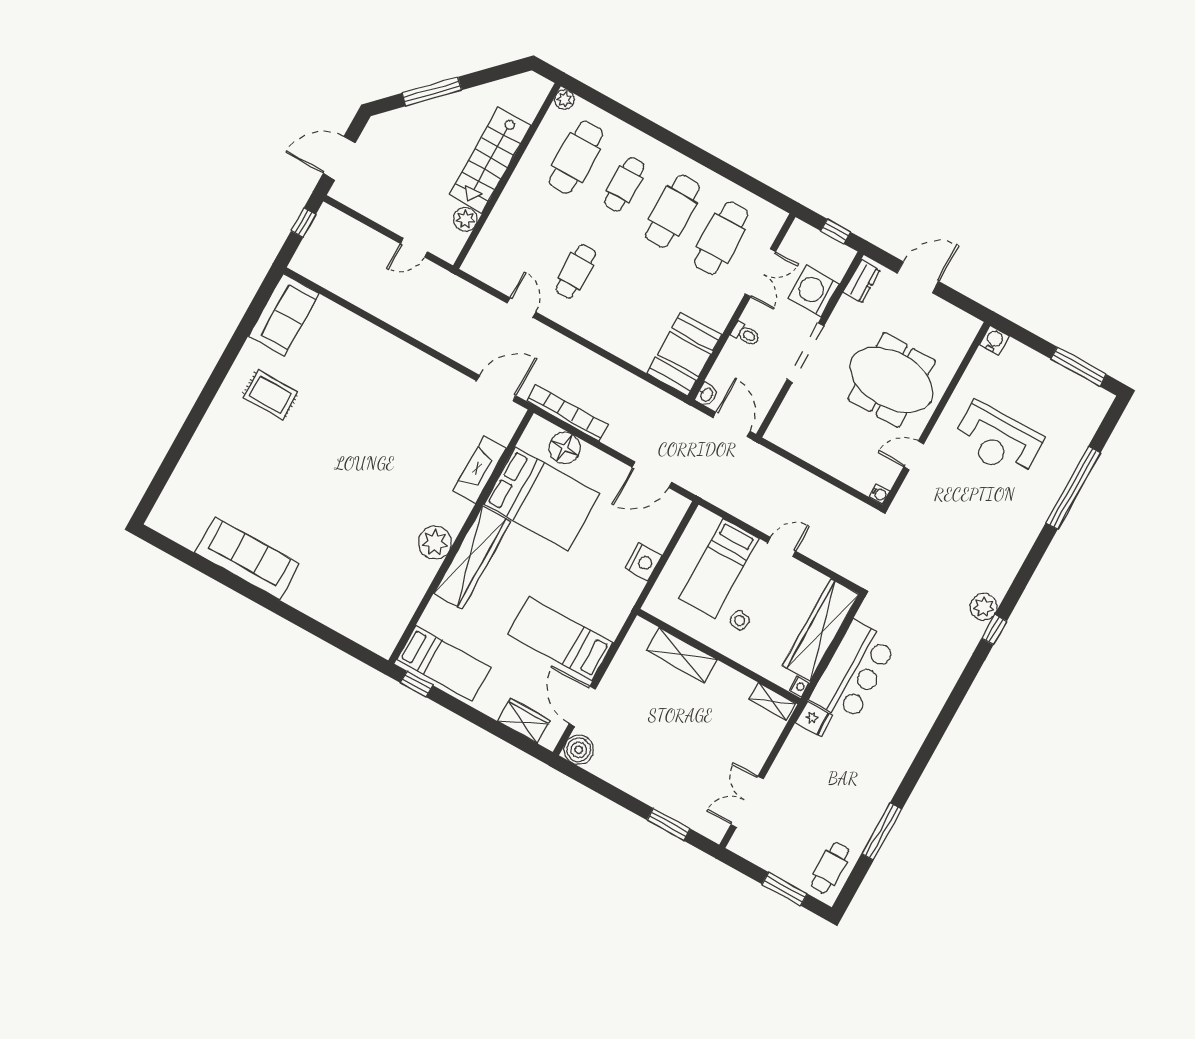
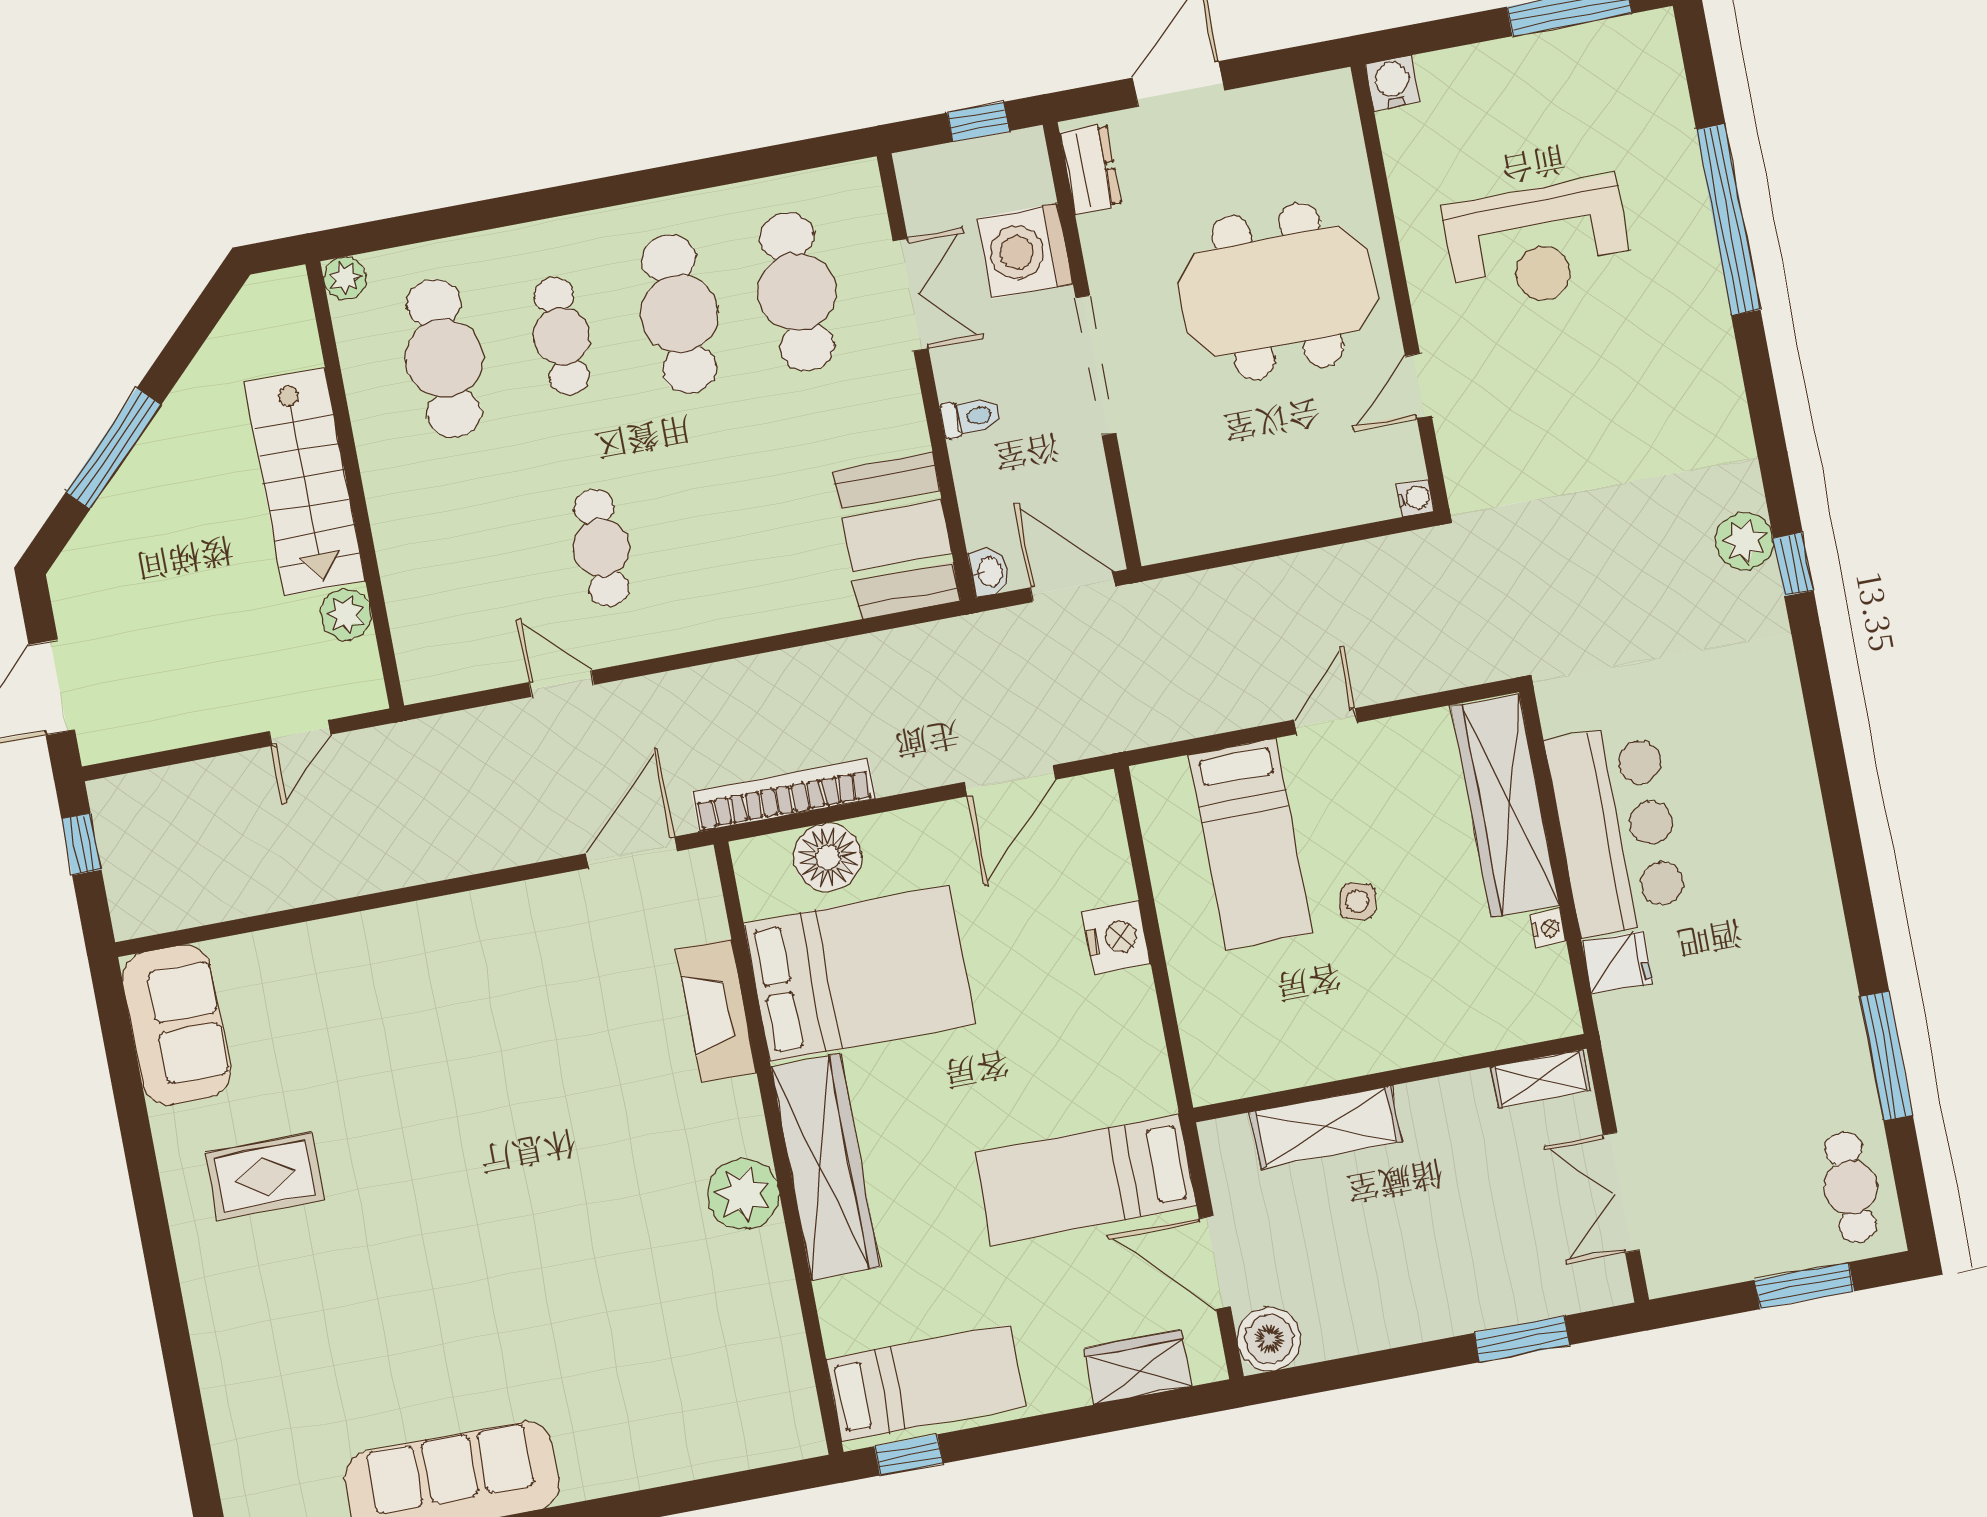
shelving: (682, 655) -> (1326, 1127), moved
wall: (719, 657) -> (1390, 1078), moved
shelving: (772, 701) -> (1540, 1079), moved

